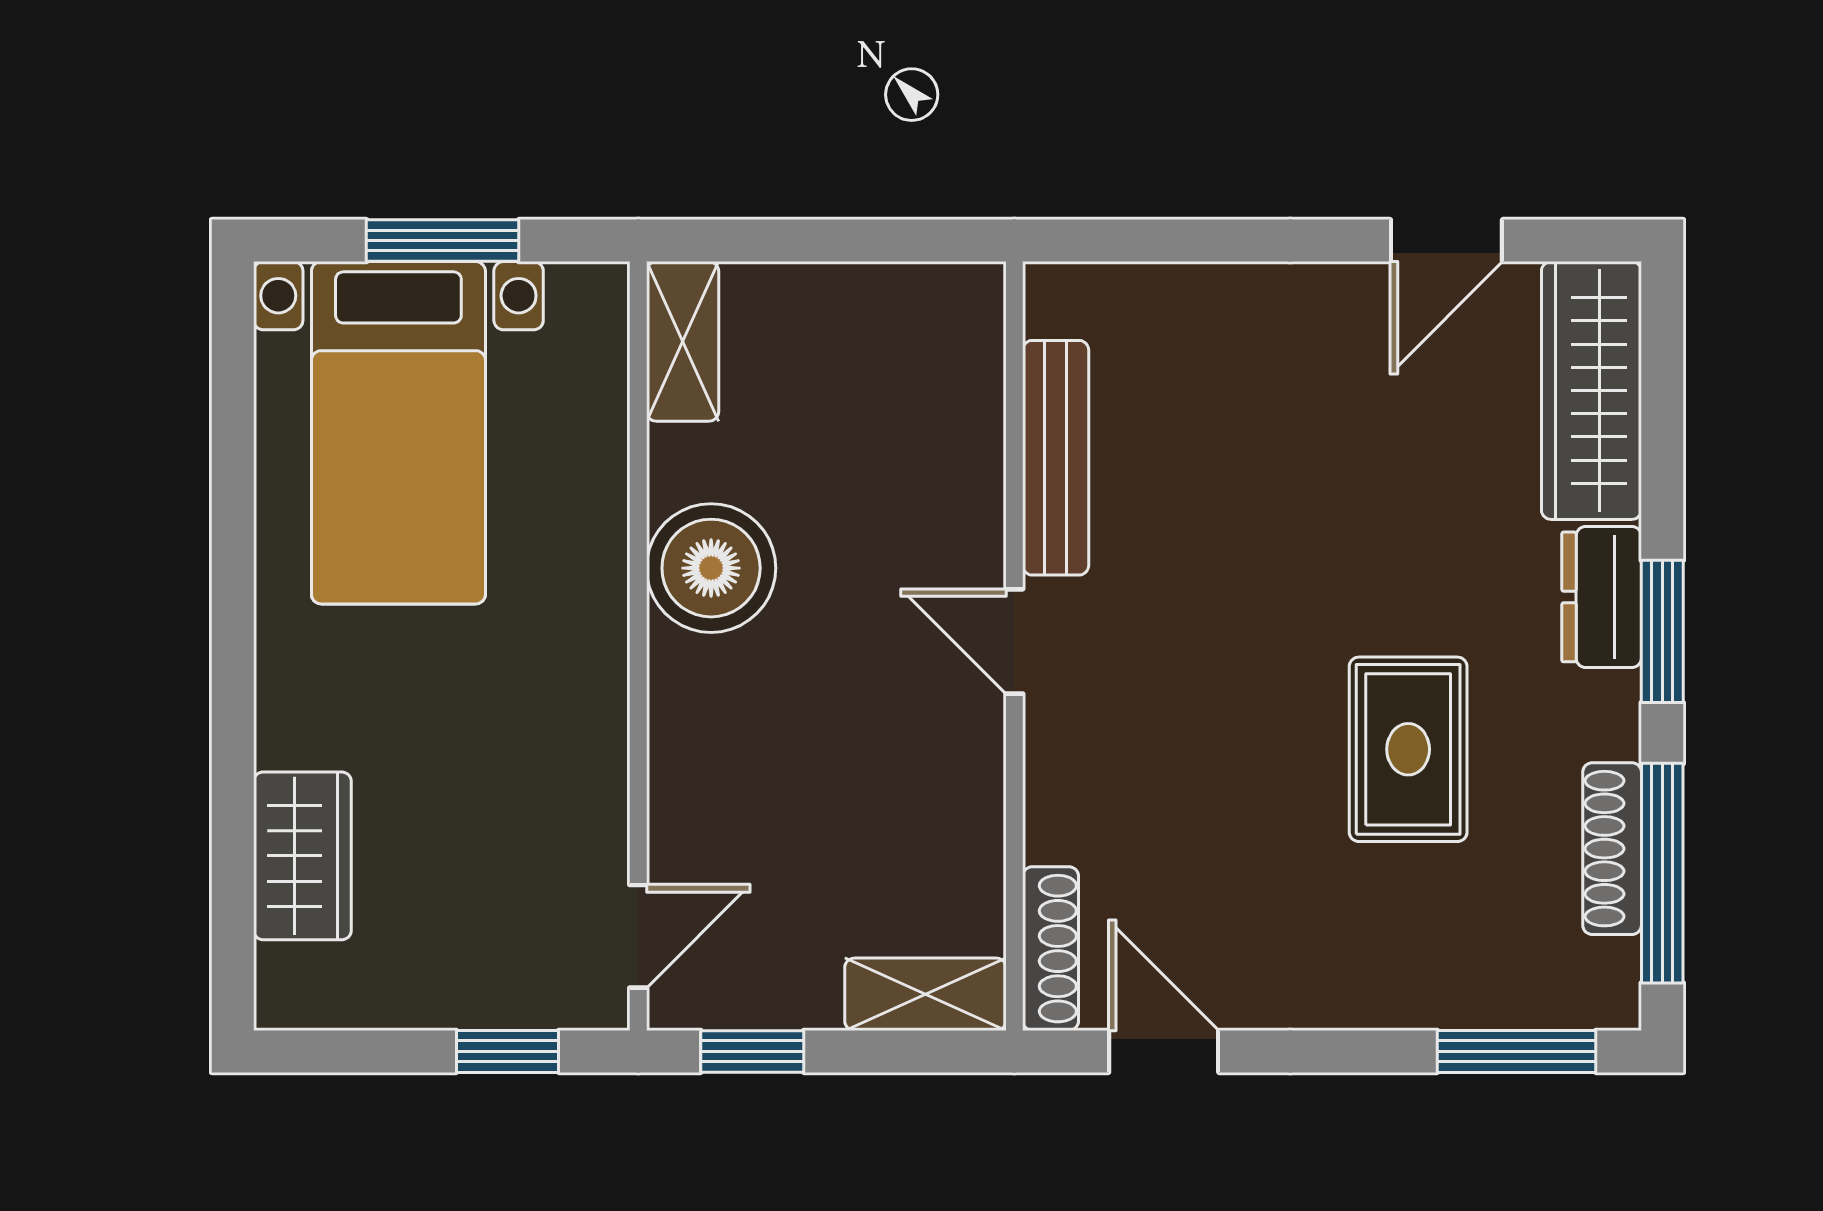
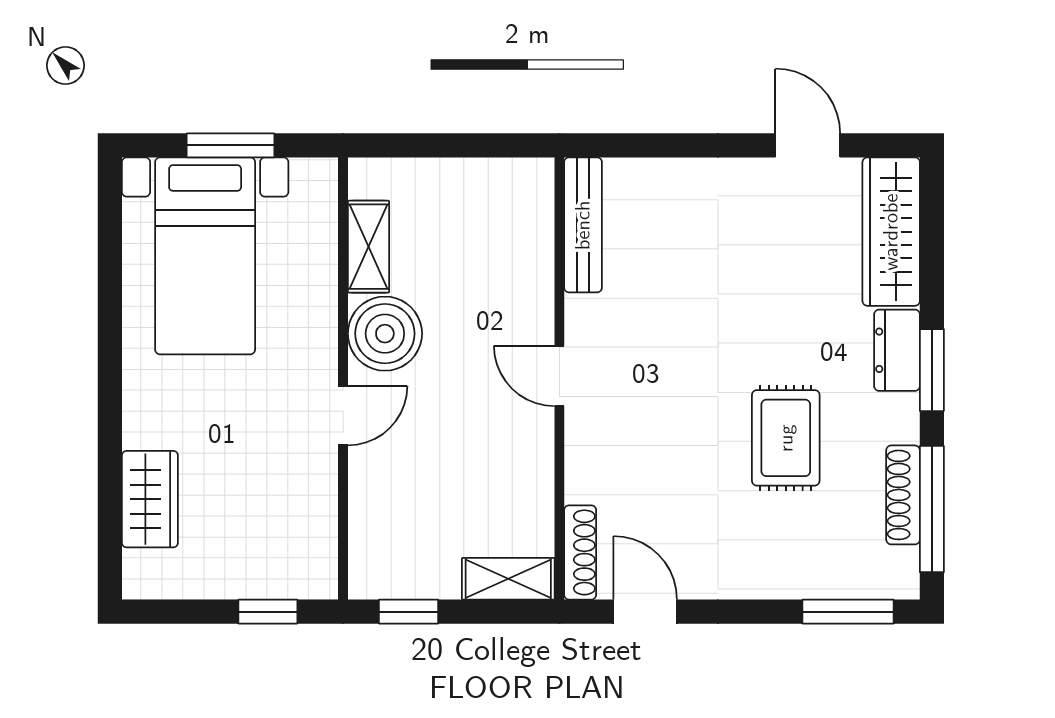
door: (1446, 241) -> (808, 145), swing flipped
shelving: (683, 341) -> (368, 247), moved
bench: (1056, 458) -> (583, 225), moved
door: (638, 936) -> (343, 416), moved

